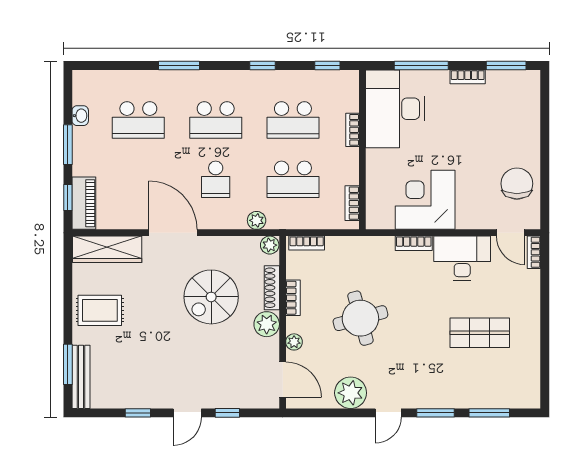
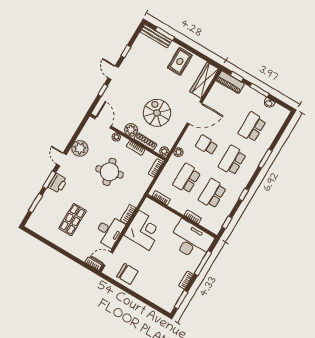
door: (283, 380) -> (103, 122), swing flipped
printer: (433, 395) -> (58, 183), added

